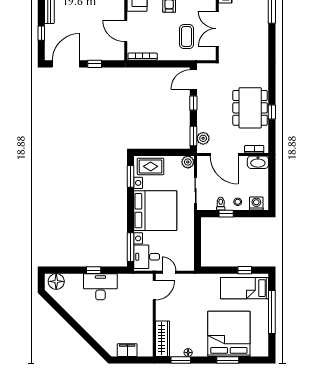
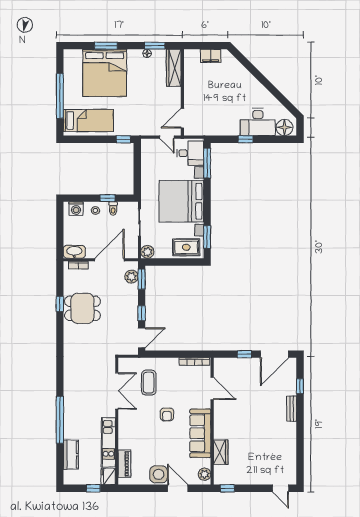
dining table: (250, 108) -> (82, 308), width x0.73
door: (224, 154) -> (110, 260), hinge flipped
window: (245, 270) -> (123, 139), moved
desk: (100, 287) -> (258, 122), moved

